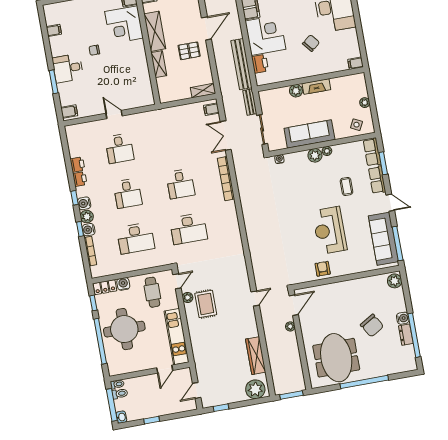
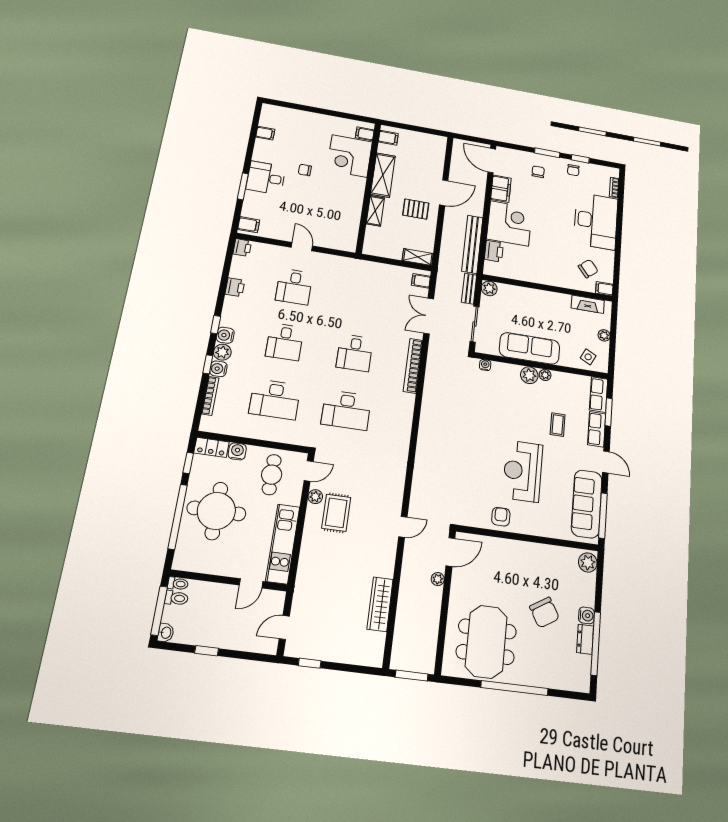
chair: (311, 43) -> (588, 269), moved
fireplace: (316, 86) -> (588, 304), moved
plant: (296, 91) -> (489, 288), moved
printer: (80, 179) -> (242, 248), moved
plant: (255, 389) -> (365, 652), removed

